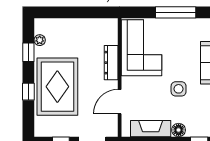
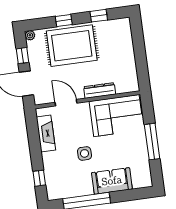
plant: (40, 40) -> (30, 35), moved
floor lamp: (179, 130) -> (48, 158), removed

